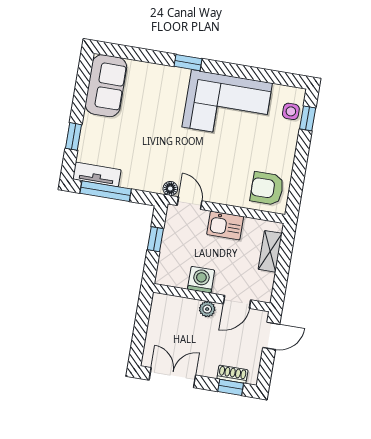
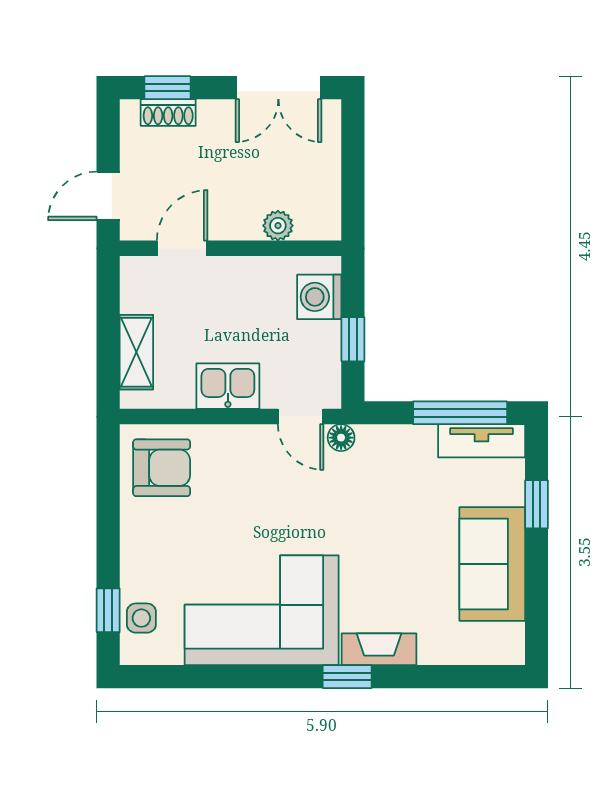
fireplace: (169, 74) -> (379, 649), added
sofa: (106, 86) -> (492, 564), moved
washing machine: (201, 280) -> (319, 297), moved, turned 90
plant: (207, 309) -> (278, 226), moved

